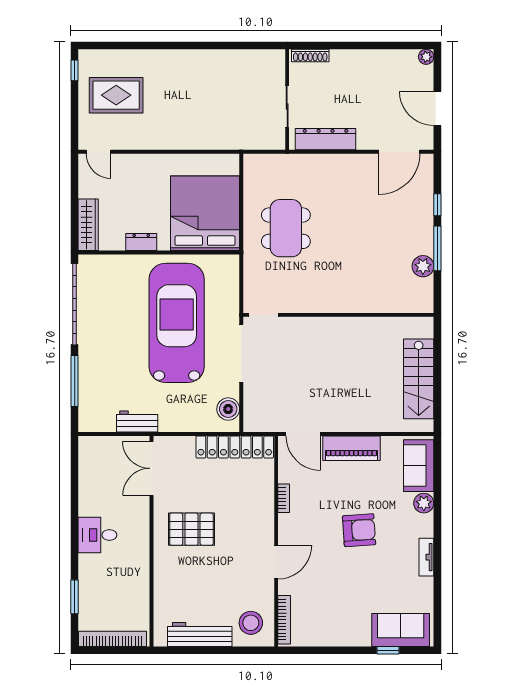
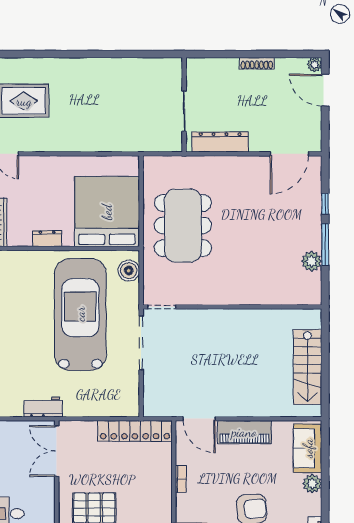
shoe rack: (310, 55) -> (257, 63), moved
door: (437, 108) -> (325, 90), moved
dining table: (286, 228) -> (183, 226), width x1.36, depth x1.24
boiler: (228, 409) -> (129, 271), moved

